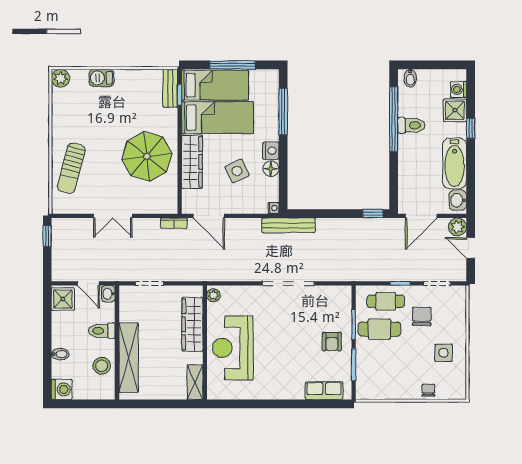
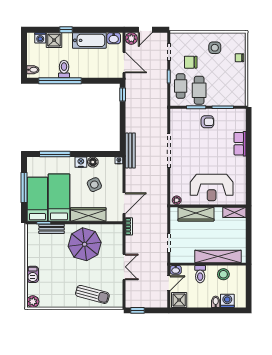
bench: (170, 88) -> (52, 229), moved
washing machine: (62, 389) -> (227, 301), moved
row of seats: (324, 391) -> (240, 144), moved

